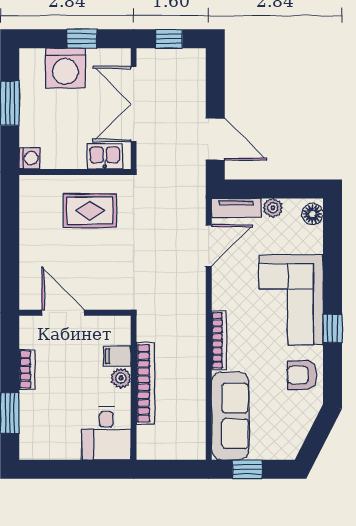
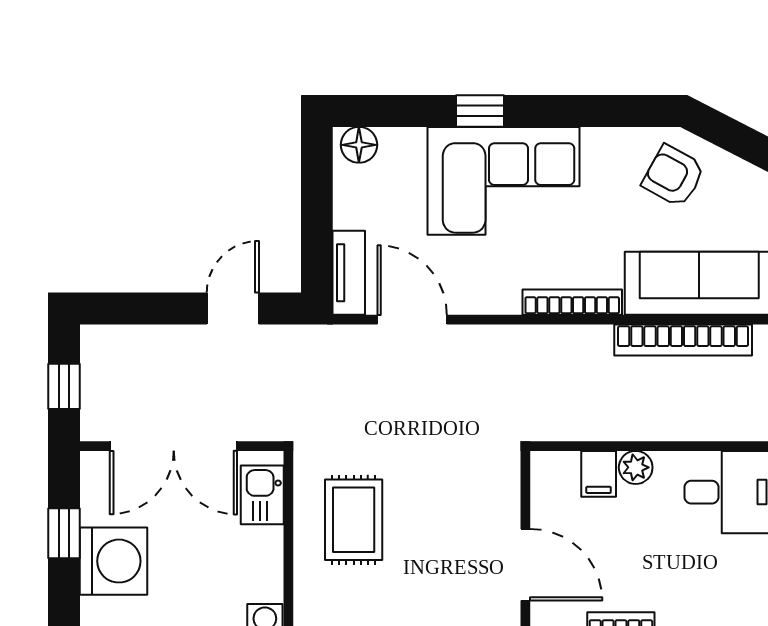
door: (215, 139) -> (233, 309), width x0.73
plant: (273, 208) -> (349, 211), removed
door: (63, 313) -> (525, 565), swing flipped
window: (333, 328) -> (480, 111), moved
armchair: (302, 375) -> (674, 176), moved, turned 119
bookcase: (146, 383) -> (683, 340), moved, turned 180

